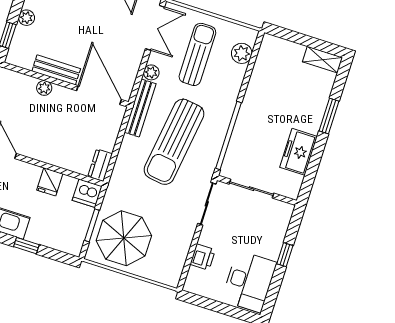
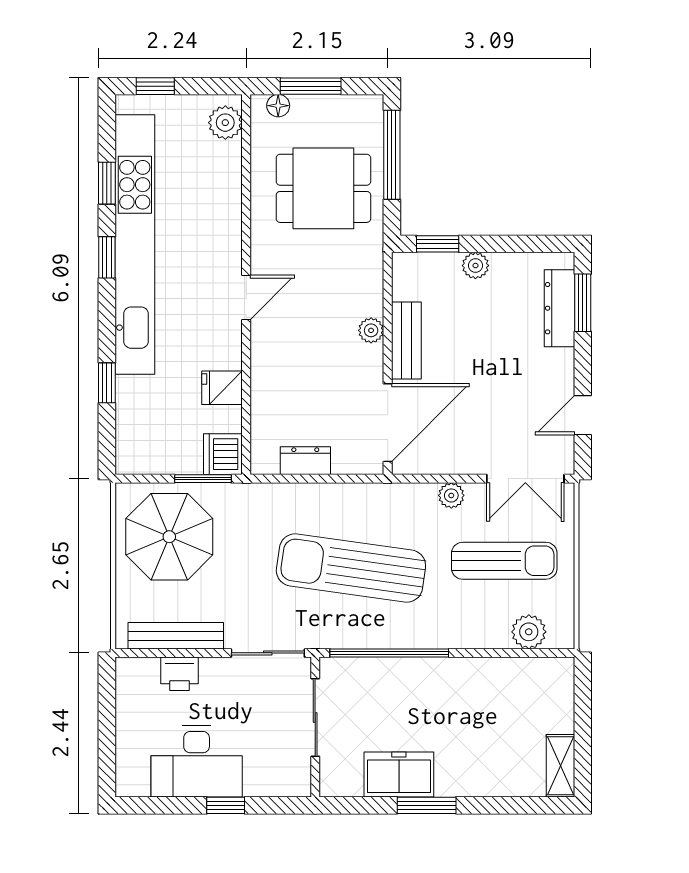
bench: (140, 108) -> (176, 636), moved
window: (329, 116) -> (427, 805), moved
dresser: (100, 165) -> (305, 461), moved
window: (92, 225) -> (203, 479), moved
desk: (249, 281) -> (197, 761), moved

